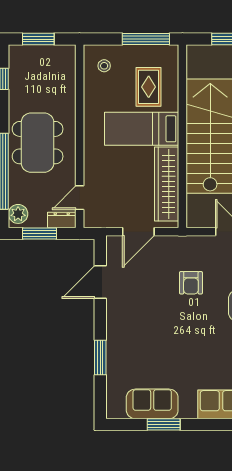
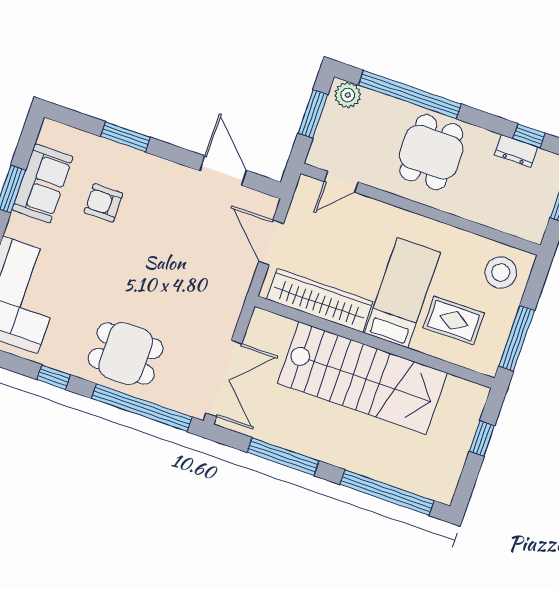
stool: (104, 66) -> (501, 272), width x1.89, depth x1.89
dining table: (38, 143) -> (431, 152), width x0.73
door: (80, 198) -> (341, 182), swing flipped
dresser: (62, 220) -> (516, 151), moved, turned 90
armchair: (191, 283) -> (104, 203), moved

